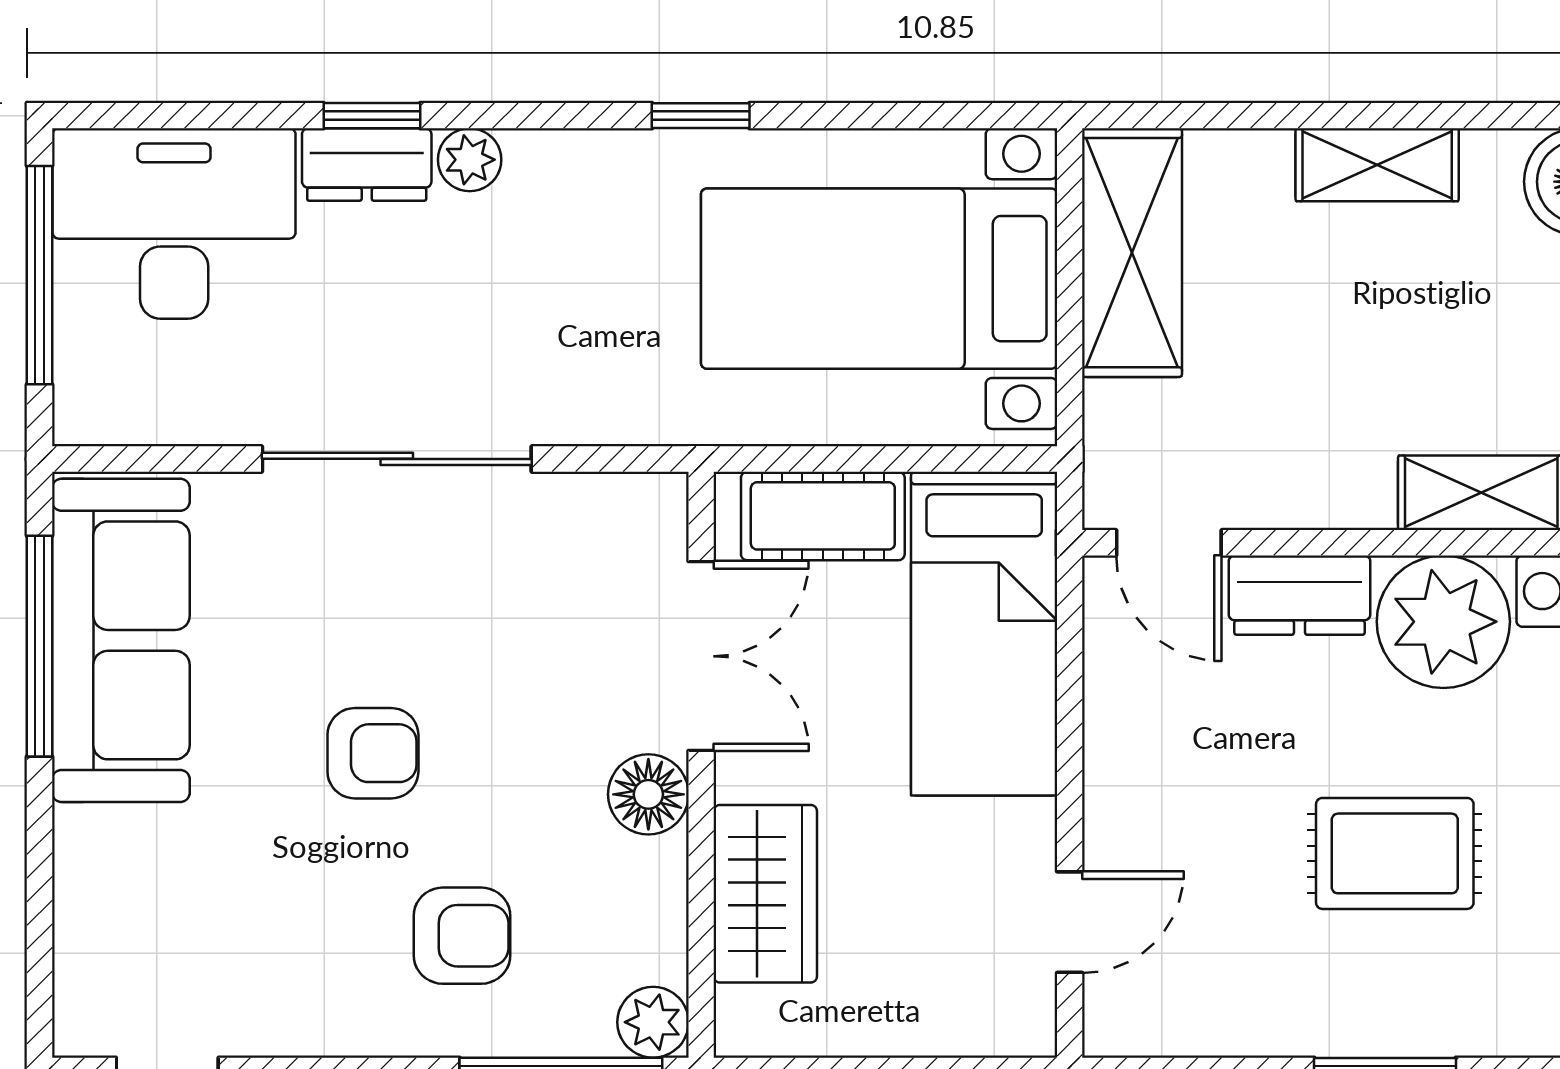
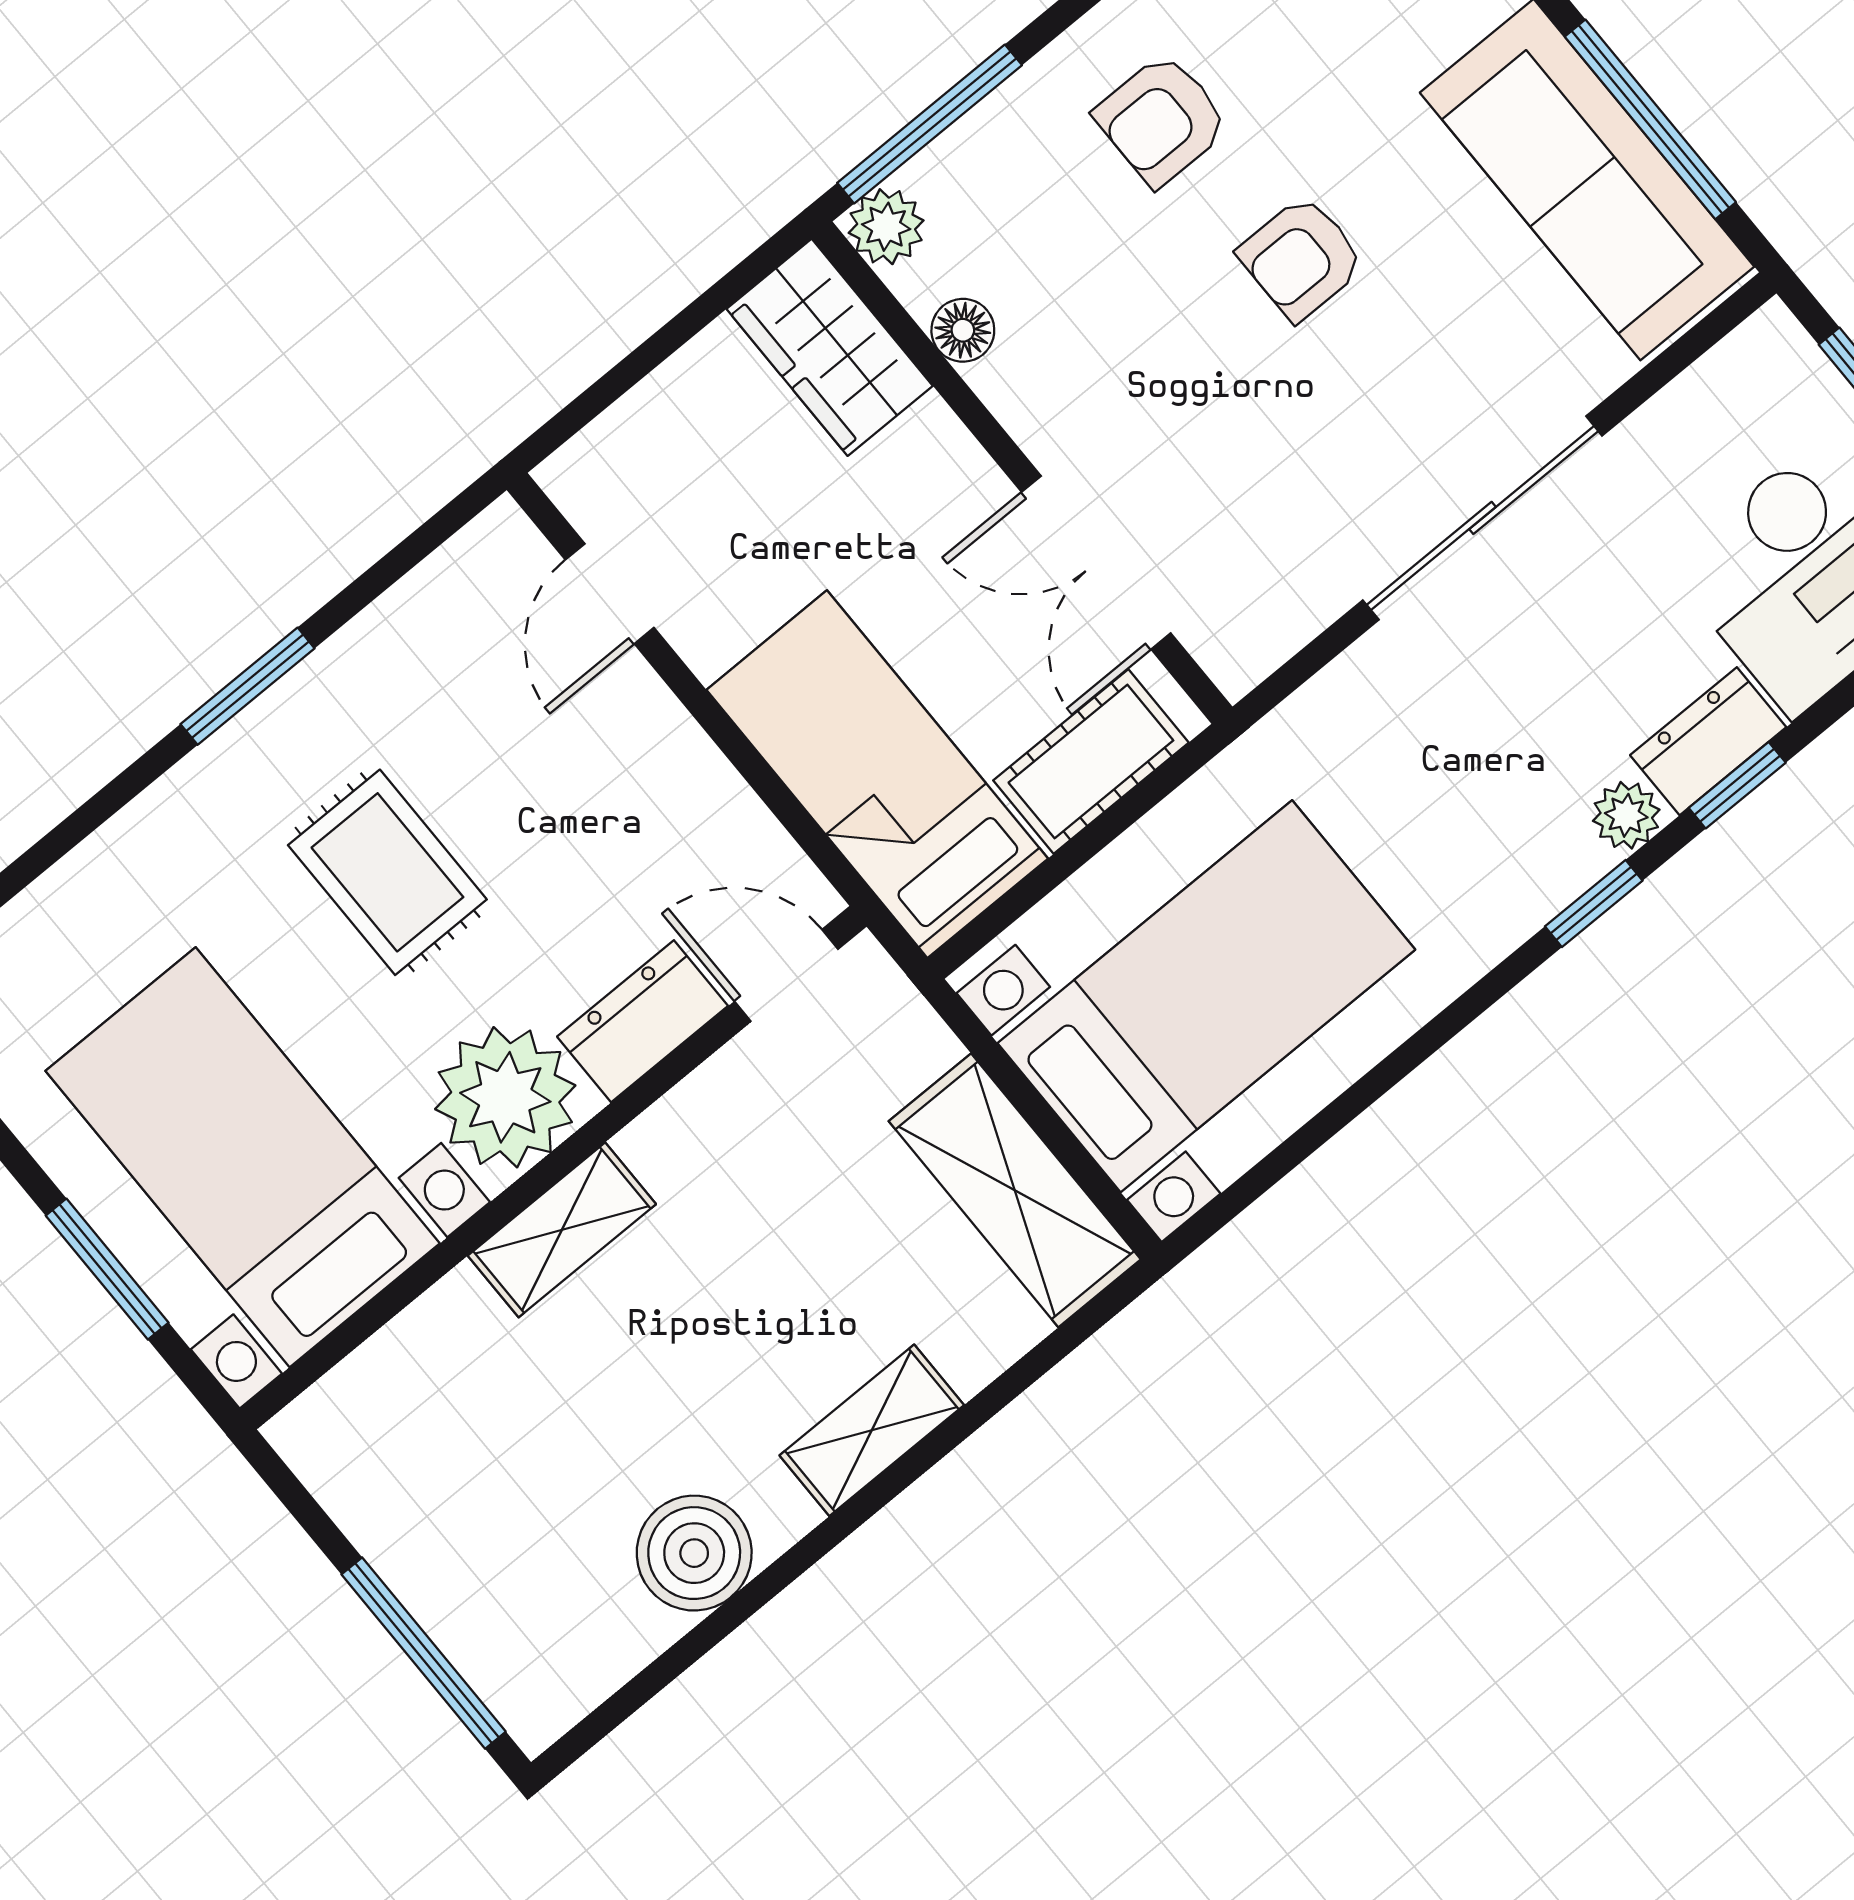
window: (701, 116) -> (1594, 903), moved
floor lamp: (648, 794) -> (963, 330), moved, width x0.73, depth x0.73
rug: (1395, 853) -> (387, 872), turned 90
wardrobe: (765, 894) -> (830, 347), moved
armchair: (462, 936) -> (1162, 120), moved

